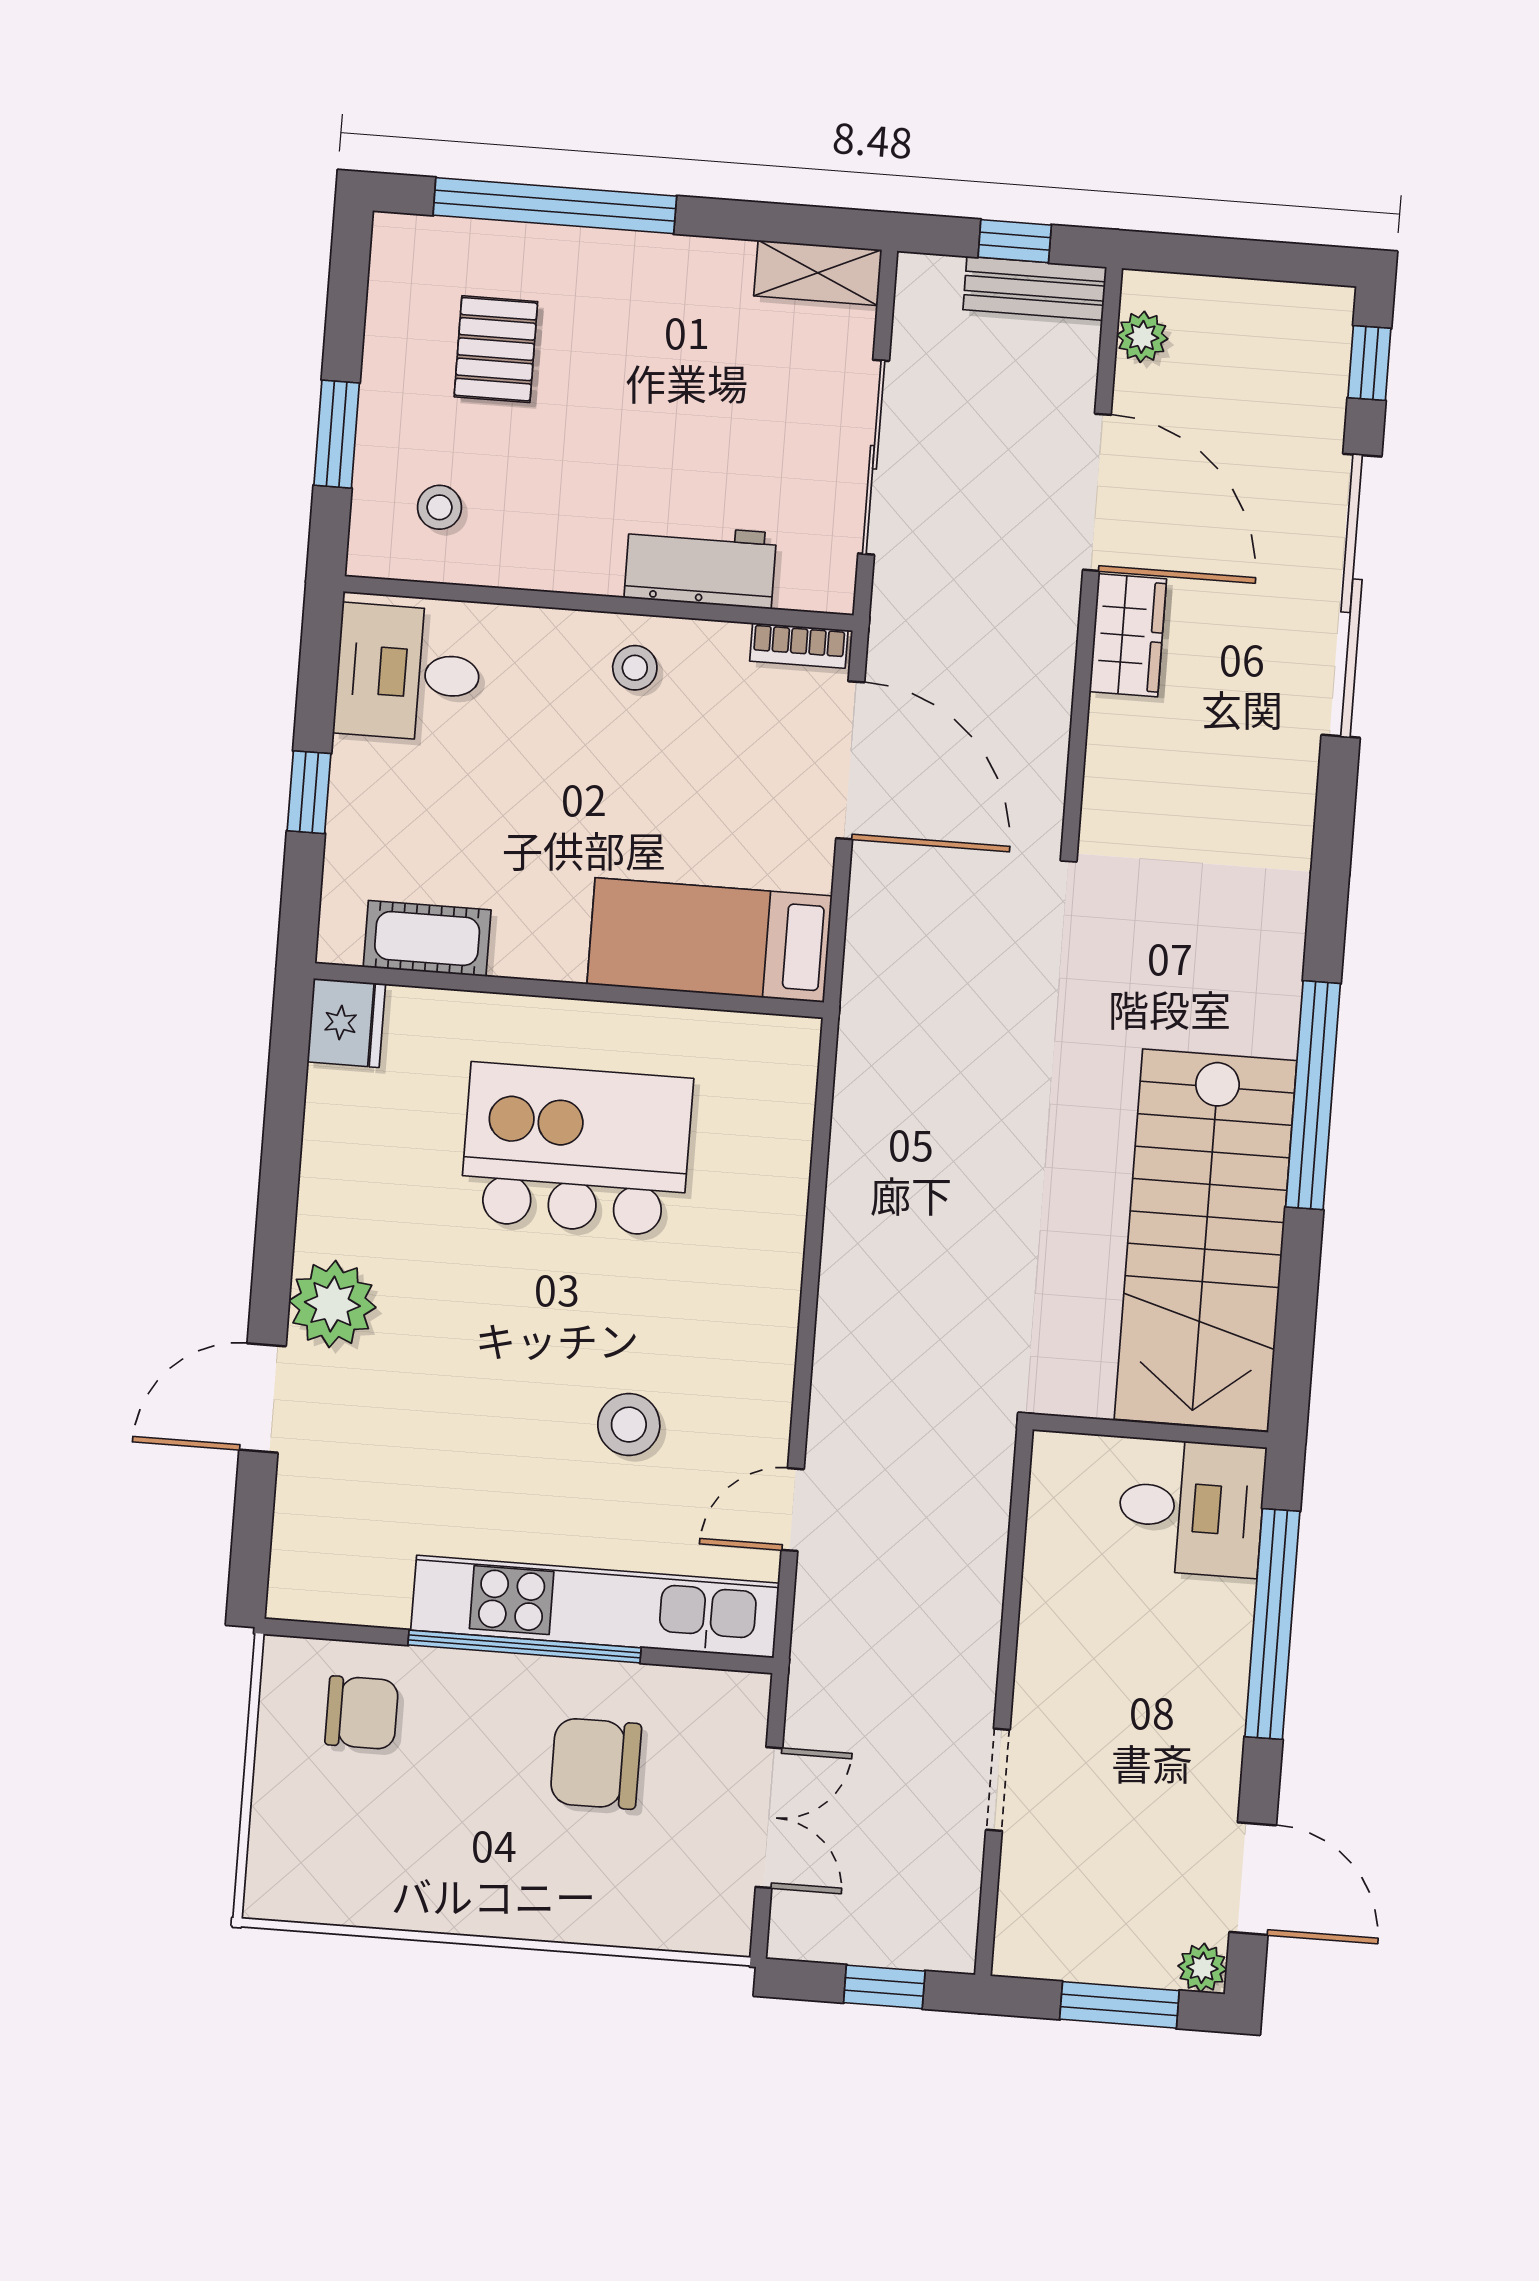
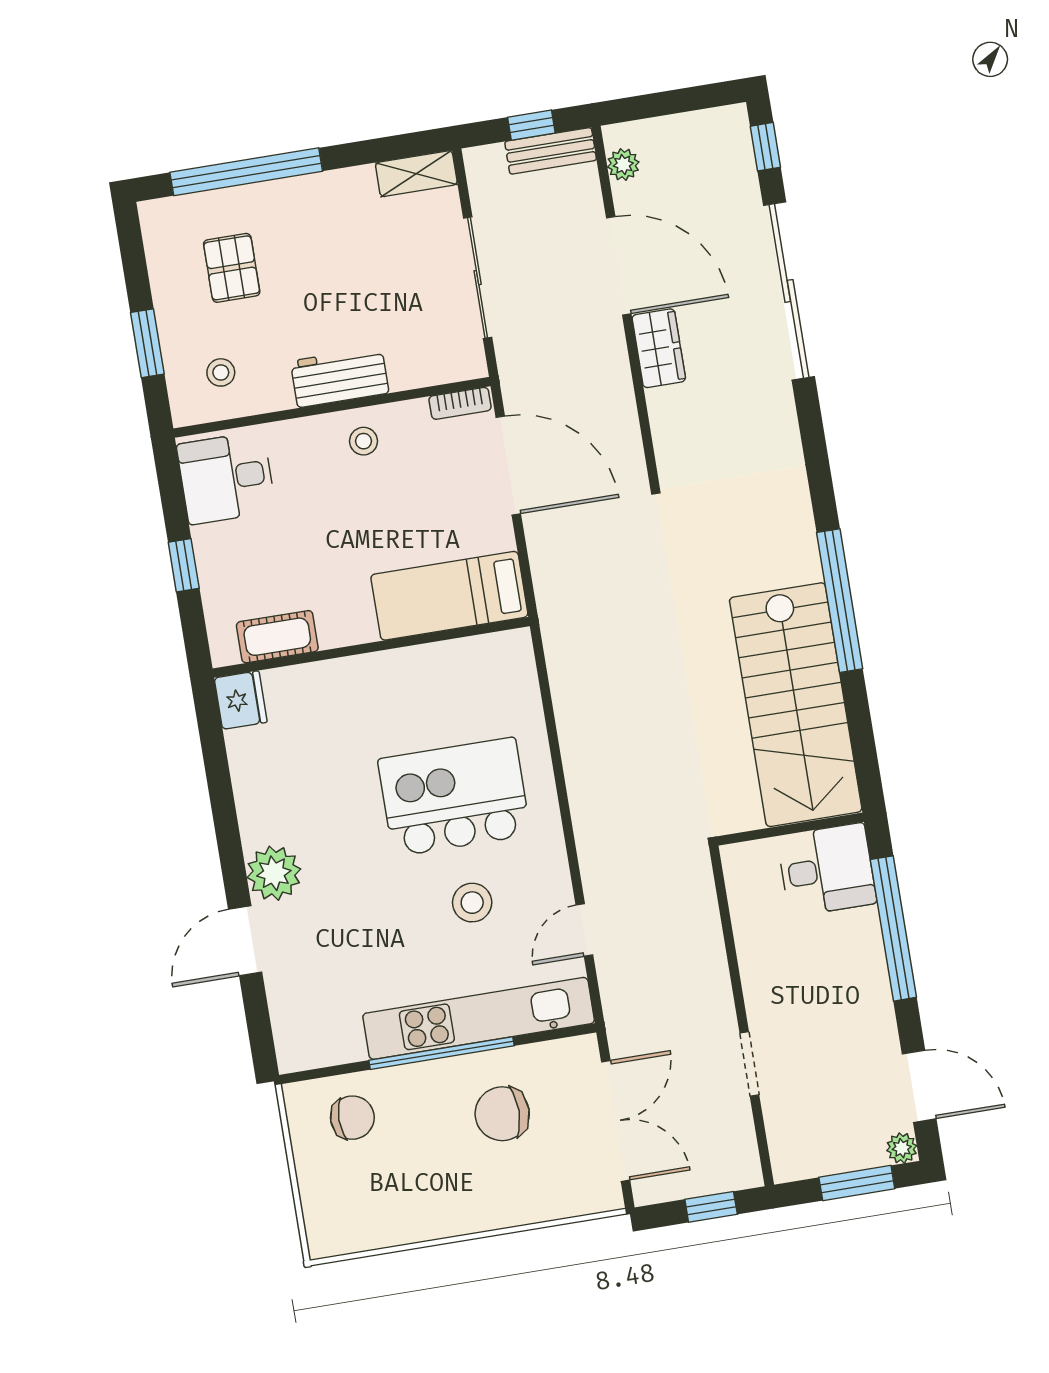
workbench: (700, 565) -> (340, 377), moved
kitchen island: (576, 1149) -> (454, 797), moved
double door: (769, 1818) -> (616, 1121), width x1.37

